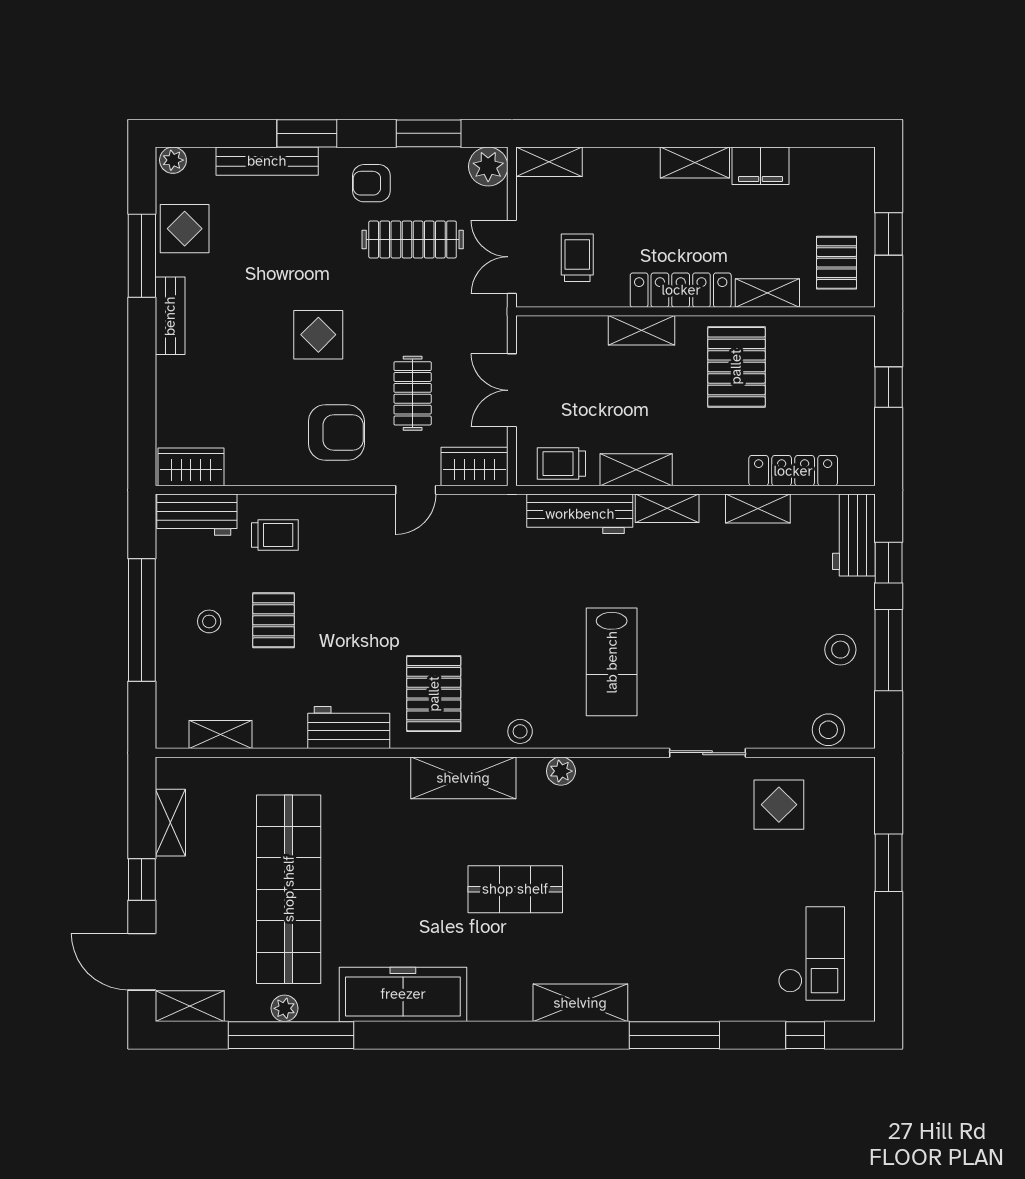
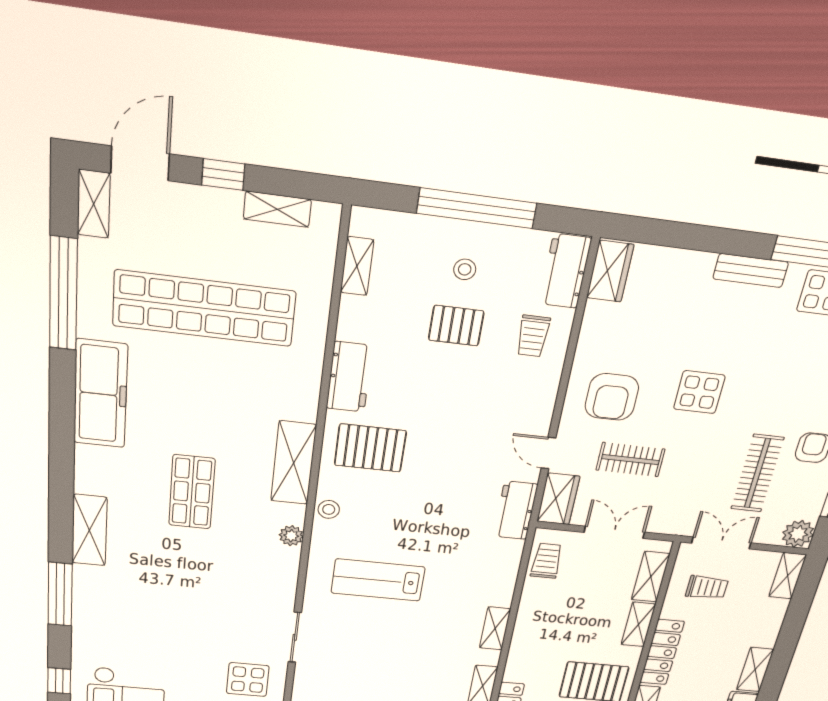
shelving: (636, 470) -> (651, 577), moved
workbench: (580, 514) -> (516, 510), moved, width x0.73
plant: (284, 1008) -> (90, 291), removed

